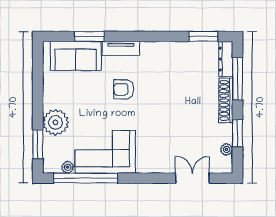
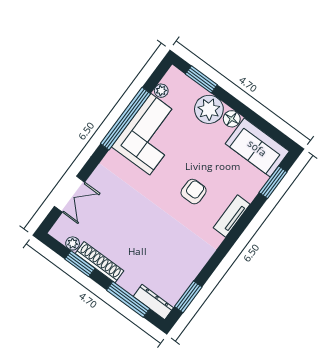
window: (89, 36) -> (273, 182), moved
sofa: (76, 56) -> (257, 148), moved, turned -90
shoe rack: (226, 100) -> (100, 262), moved
floor lamp: (50, 101) -> (232, 119), added
window: (86, 178) -> (125, 119), moved

